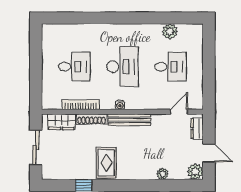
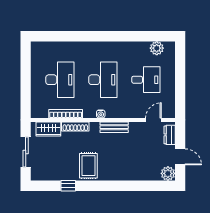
plant: (170, 31) -> (157, 48), moved
desk: (74, 67) -> (60, 80), width x1.37
bench: (129, 120) -> (114, 127), width x0.73
plant: (163, 174) -> (139, 175), removed

